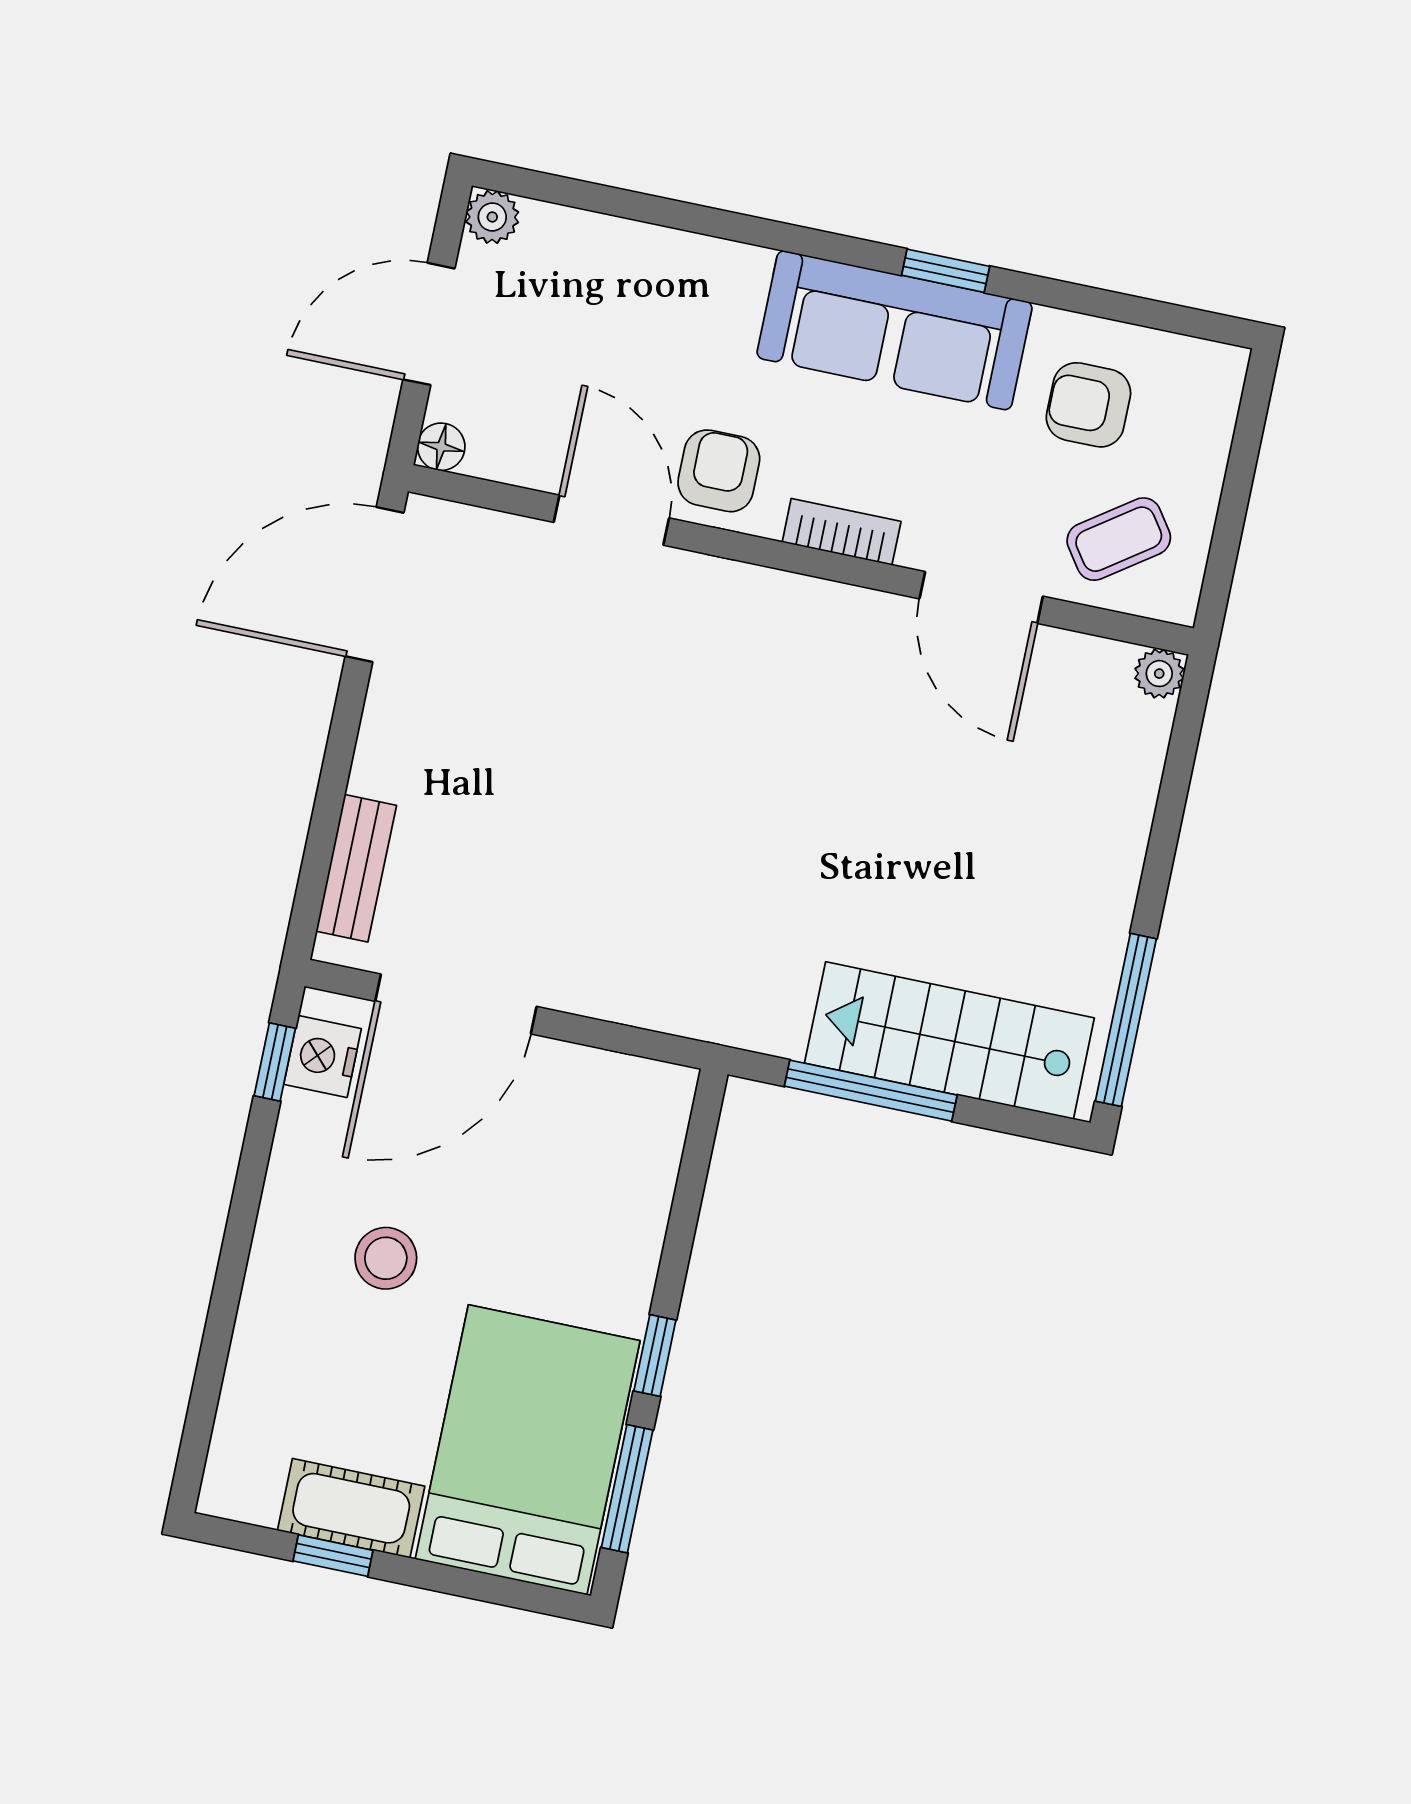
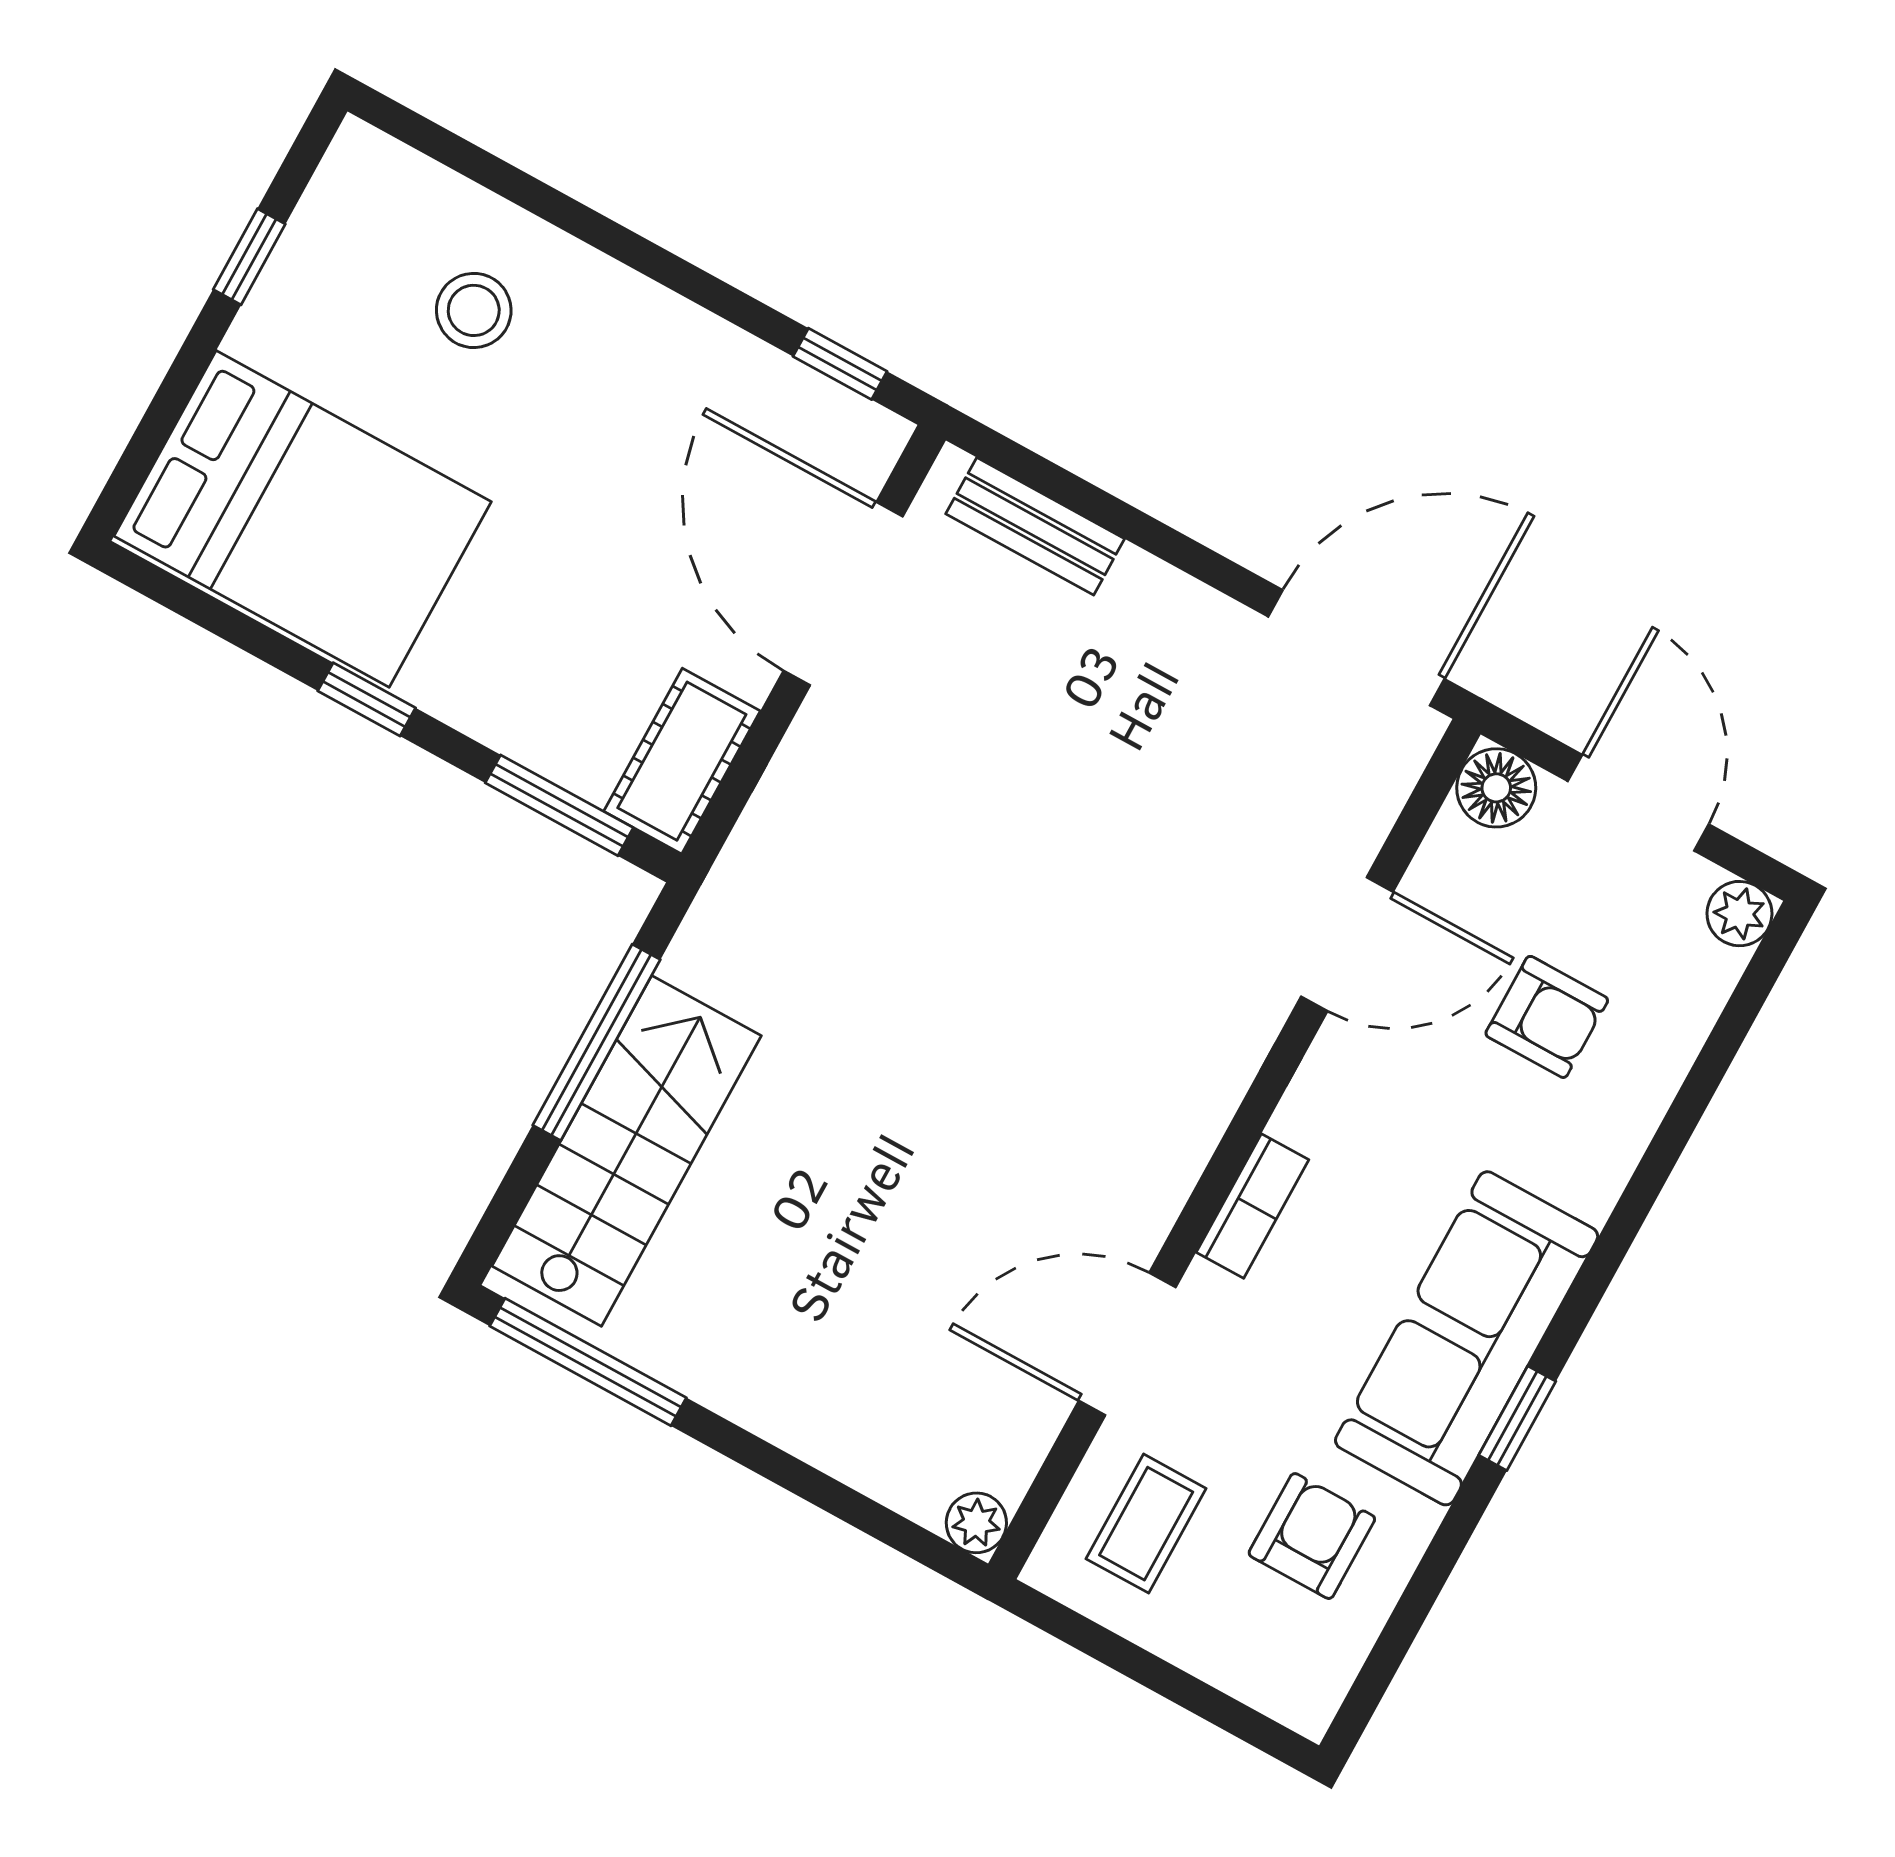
floor lamp: (441, 447) -> (1496, 788), width x1.37, depth x1.37
armchair: (719, 471) -> (1547, 1017), moved
coffee table: (1119, 539) -> (1146, 1524), turned 35
door: (375, 585) -> (1356, 648), hinge flipped
nightstand: (323, 1057) -> (829, 421), removed
stool: (386, 1258) -> (474, 310), moved
window: (627, 1489) -> (559, 805), moved
cot: (351, 1508) -> (682, 761), moved

